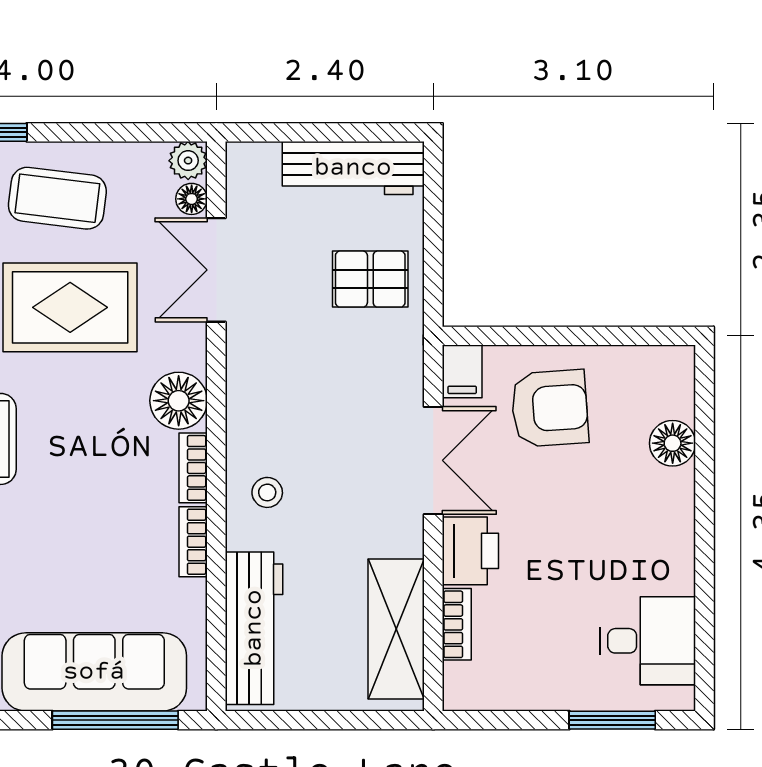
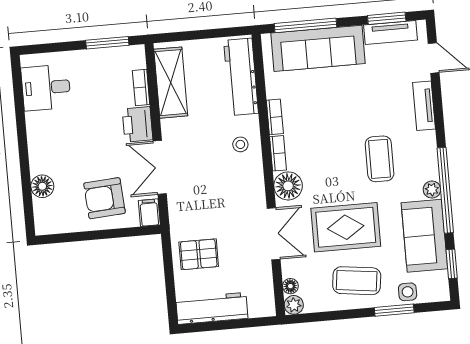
double door: (216, 270) -> (274, 234), moved
window: (612, 720) -> (107, 43), moved

